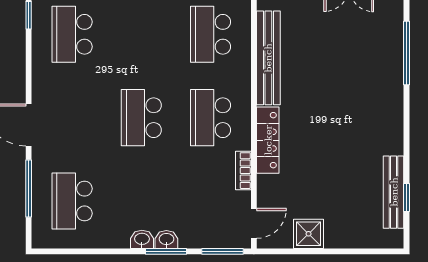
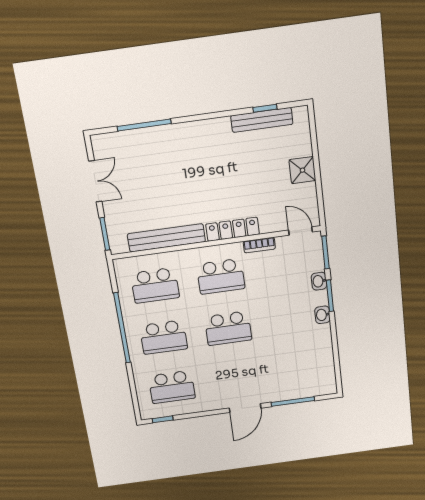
school desk: (72, 201) -> (164, 337), moved
shower: (309, 234) -> (302, 170), moved
washbasin: (166, 240) -> (319, 281), moved

